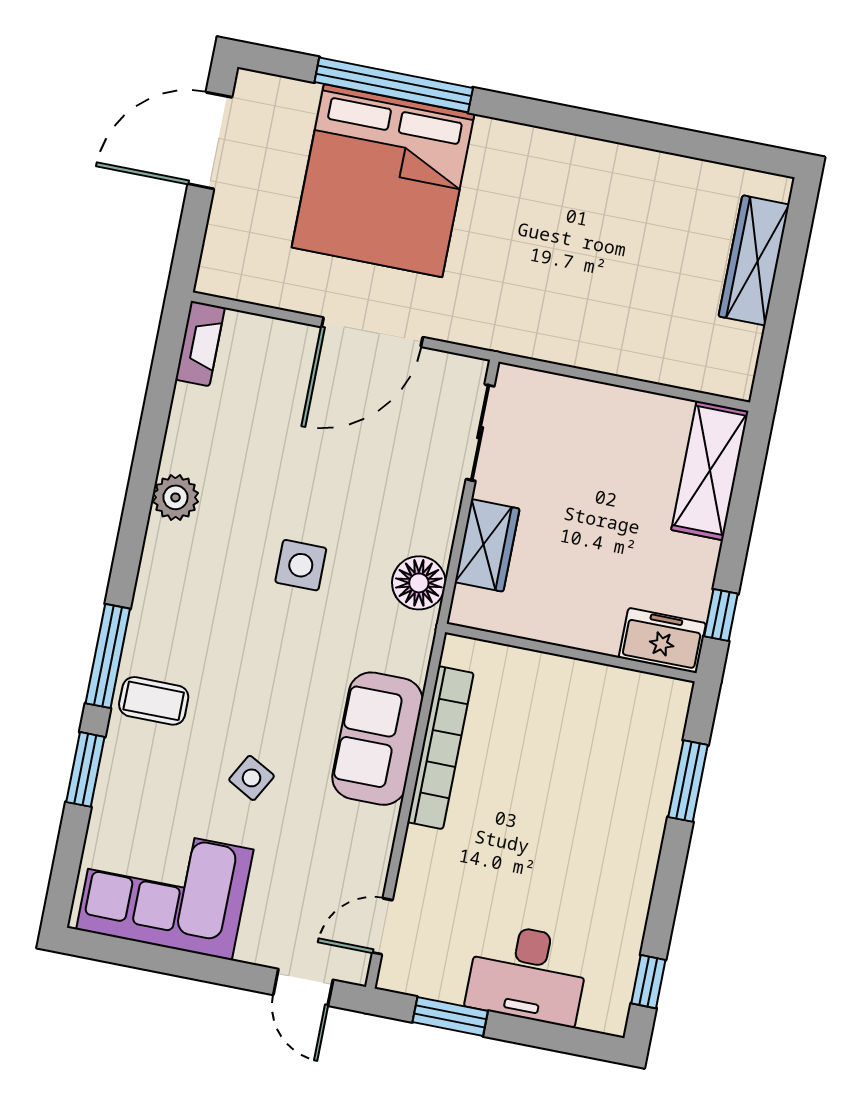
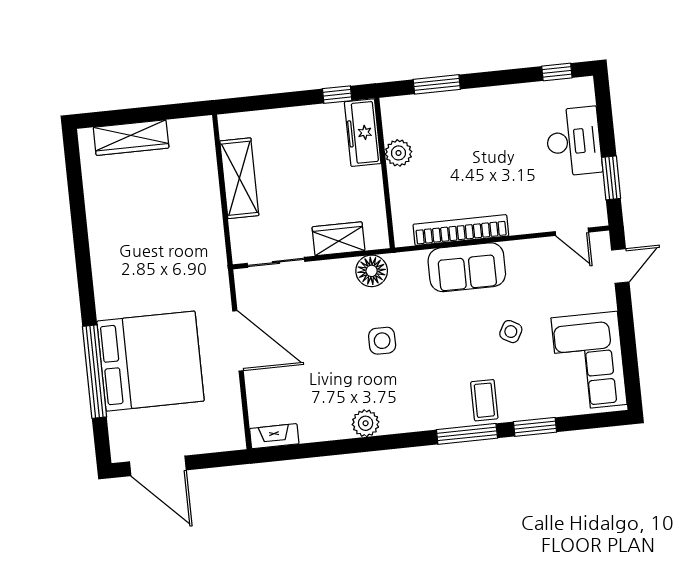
shelving: (710, 471) -> (239, 178), moved, turned 90
freezer: (662, 640) -> (363, 133), width x1.40
plant: (596, 685) -> (398, 153), added

